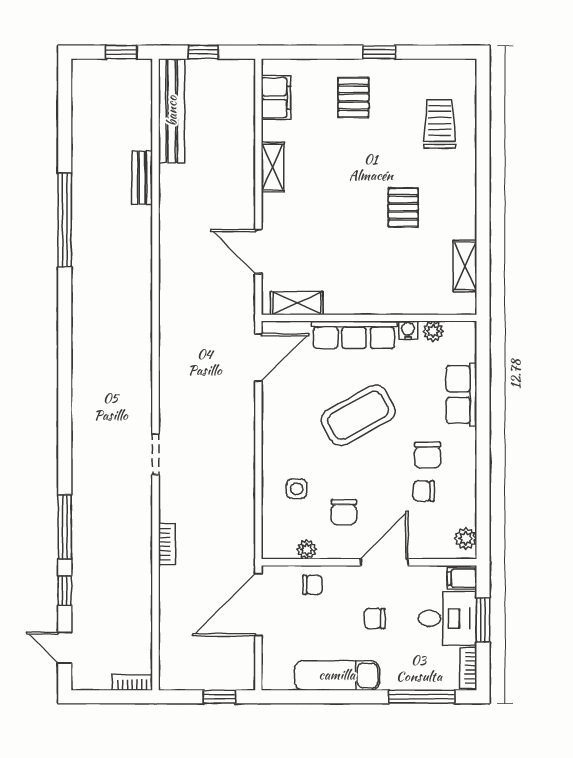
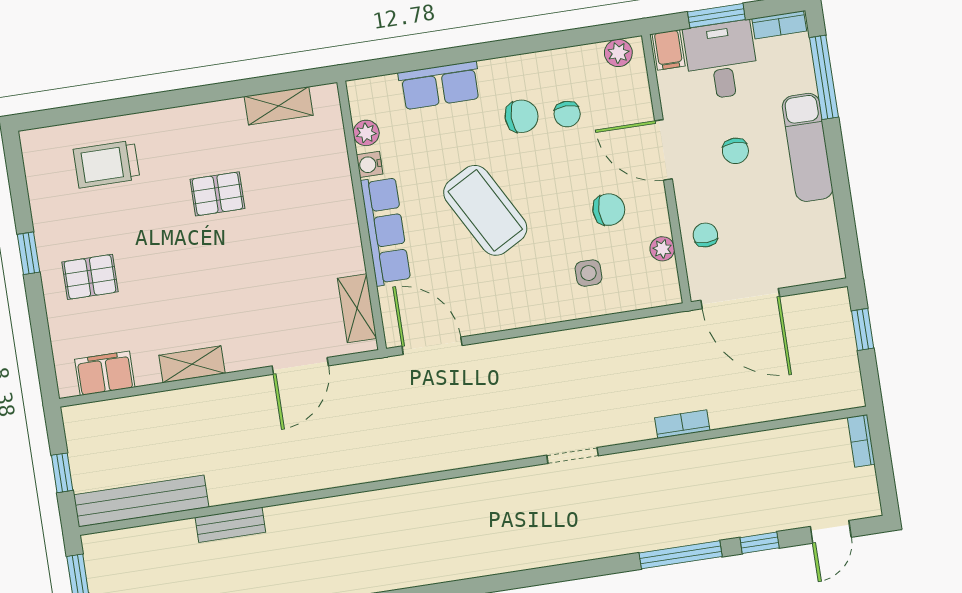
exam couch: (337, 675) -> (808, 147), moved

